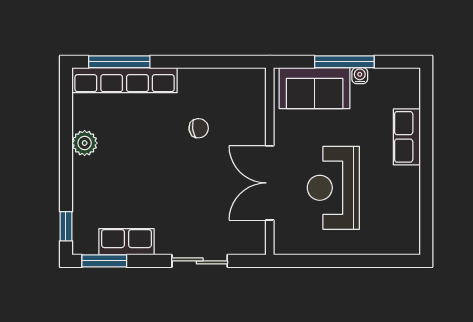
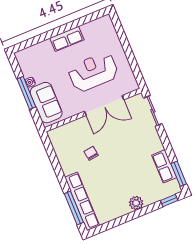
row of seats: (407, 137) -> (67, 39), moved
plant: (85, 143) -> (136, 203), moved
reception desk: (333, 188) -> (93, 72), turned 180
sliding door: (200, 261) -> (153, 111), moved

